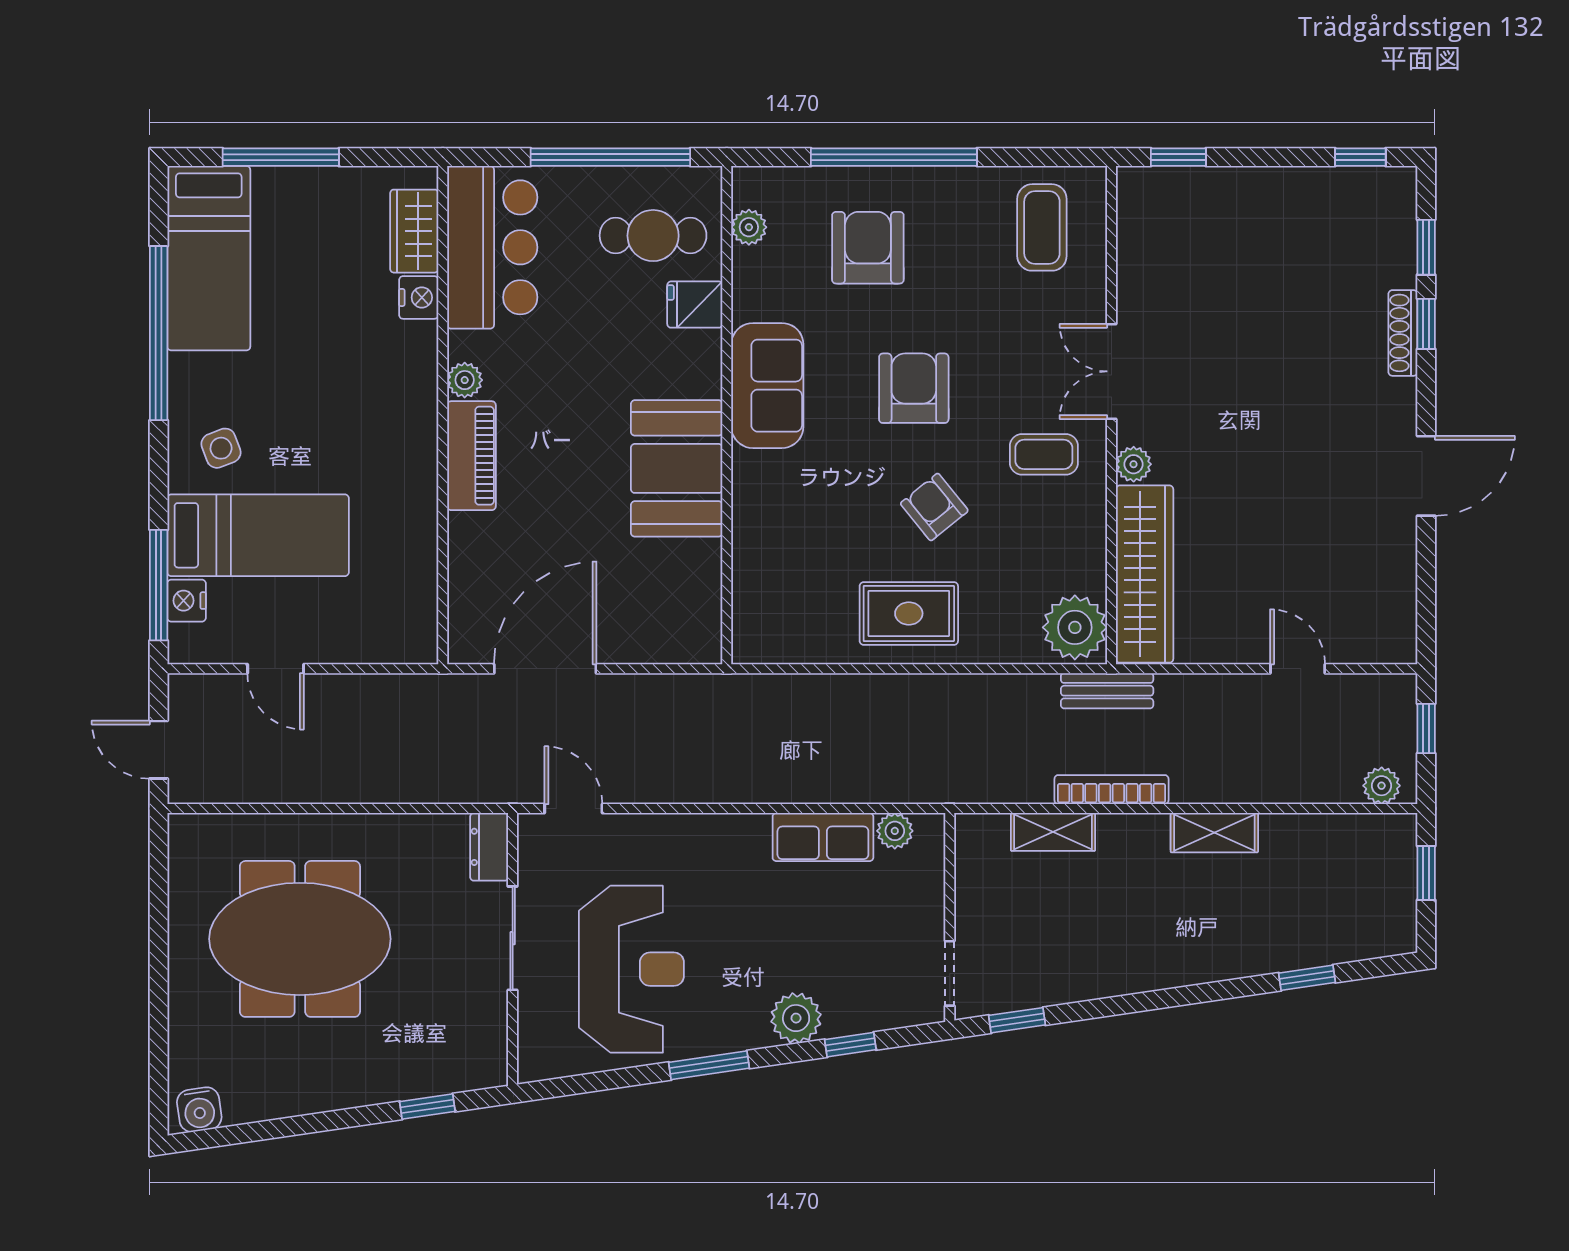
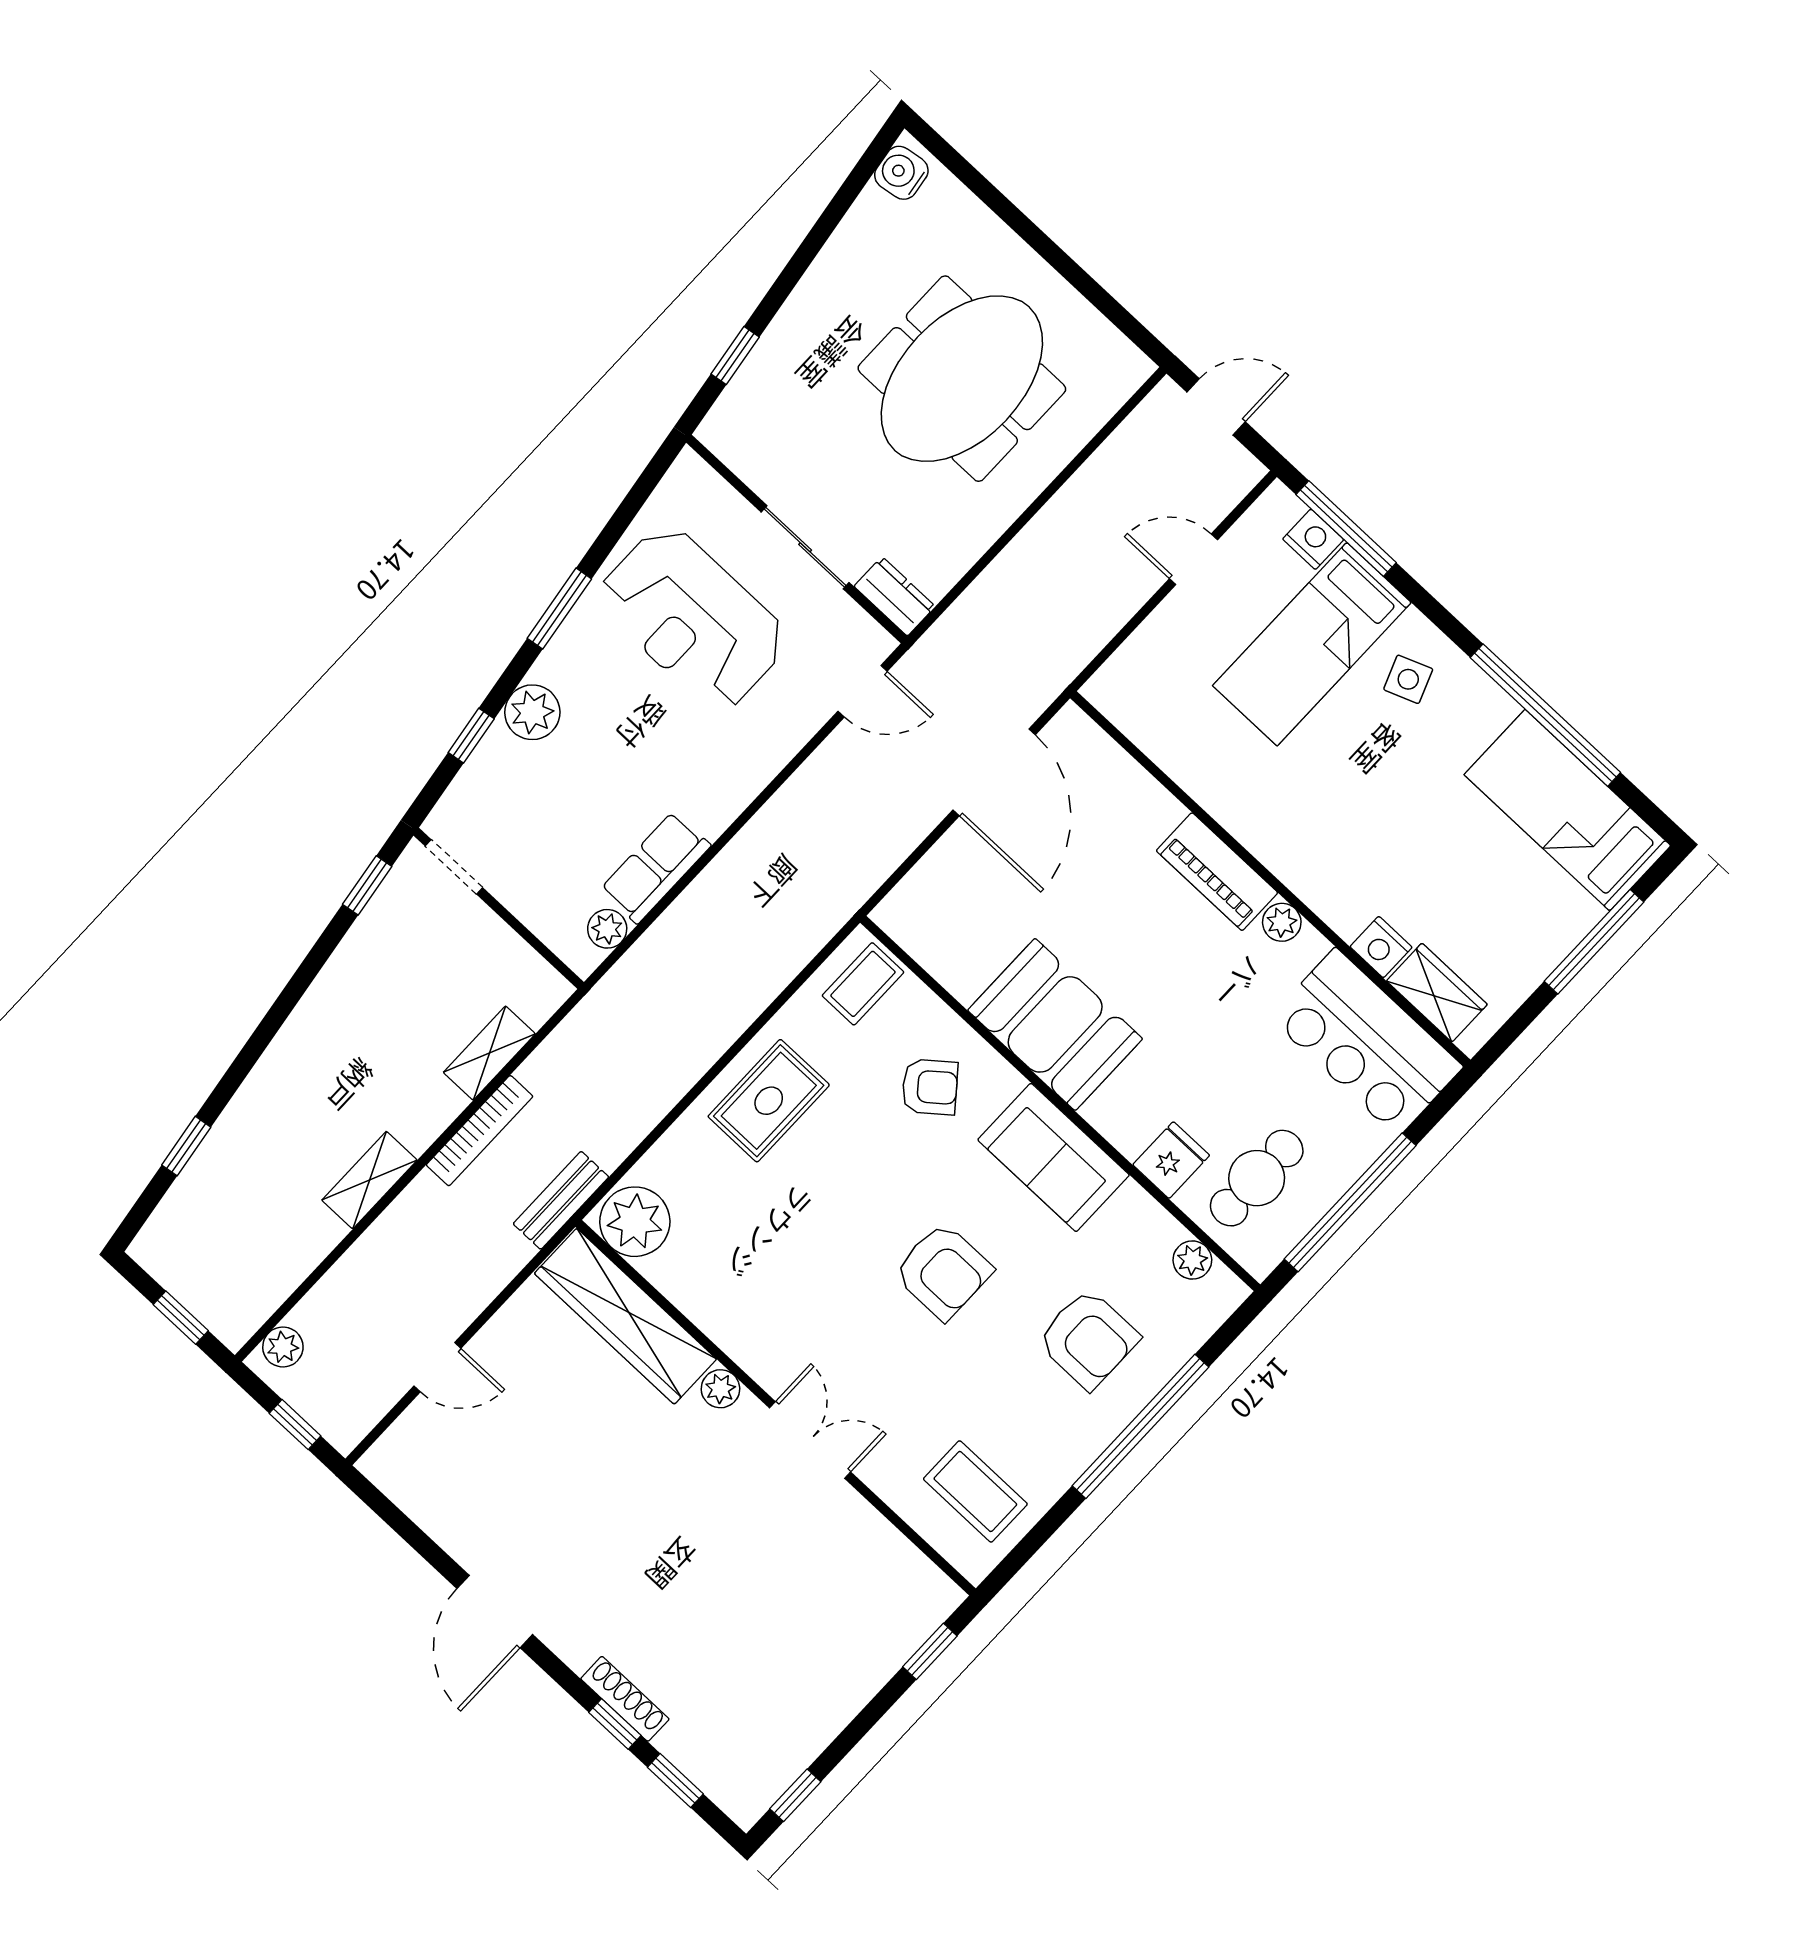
coffee table: (1044, 454) -> (863, 984), moved
armchair: (934, 507) -> (930, 1087), moved

